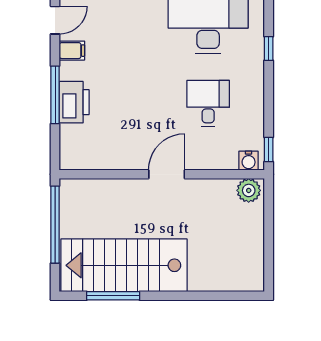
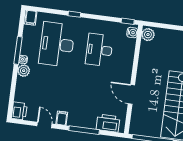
printer: (74, 102) -> (108, 123), moved
desk: (208, 103) -> (99, 50), width x1.37
door: (167, 174) -> (131, 94), moved

